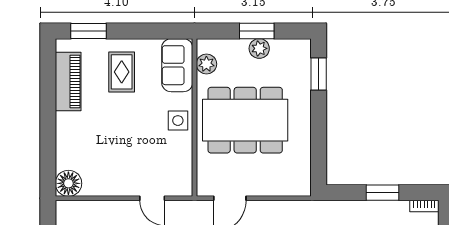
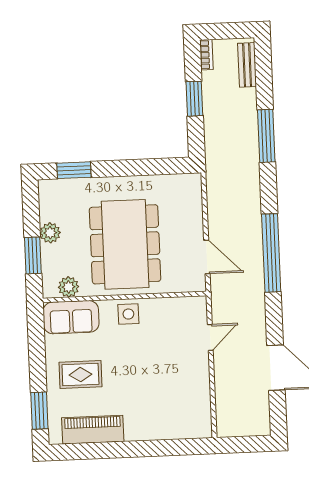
window: (257, 31) -> (33, 255), moved
floor lamp: (68, 183) -> (198, 425), removed

